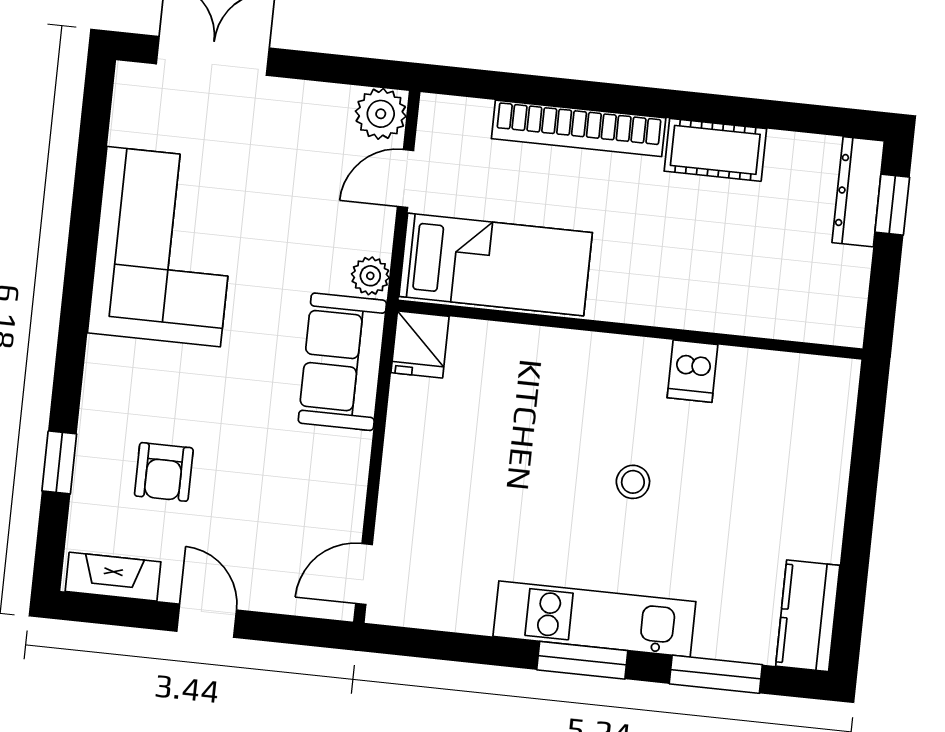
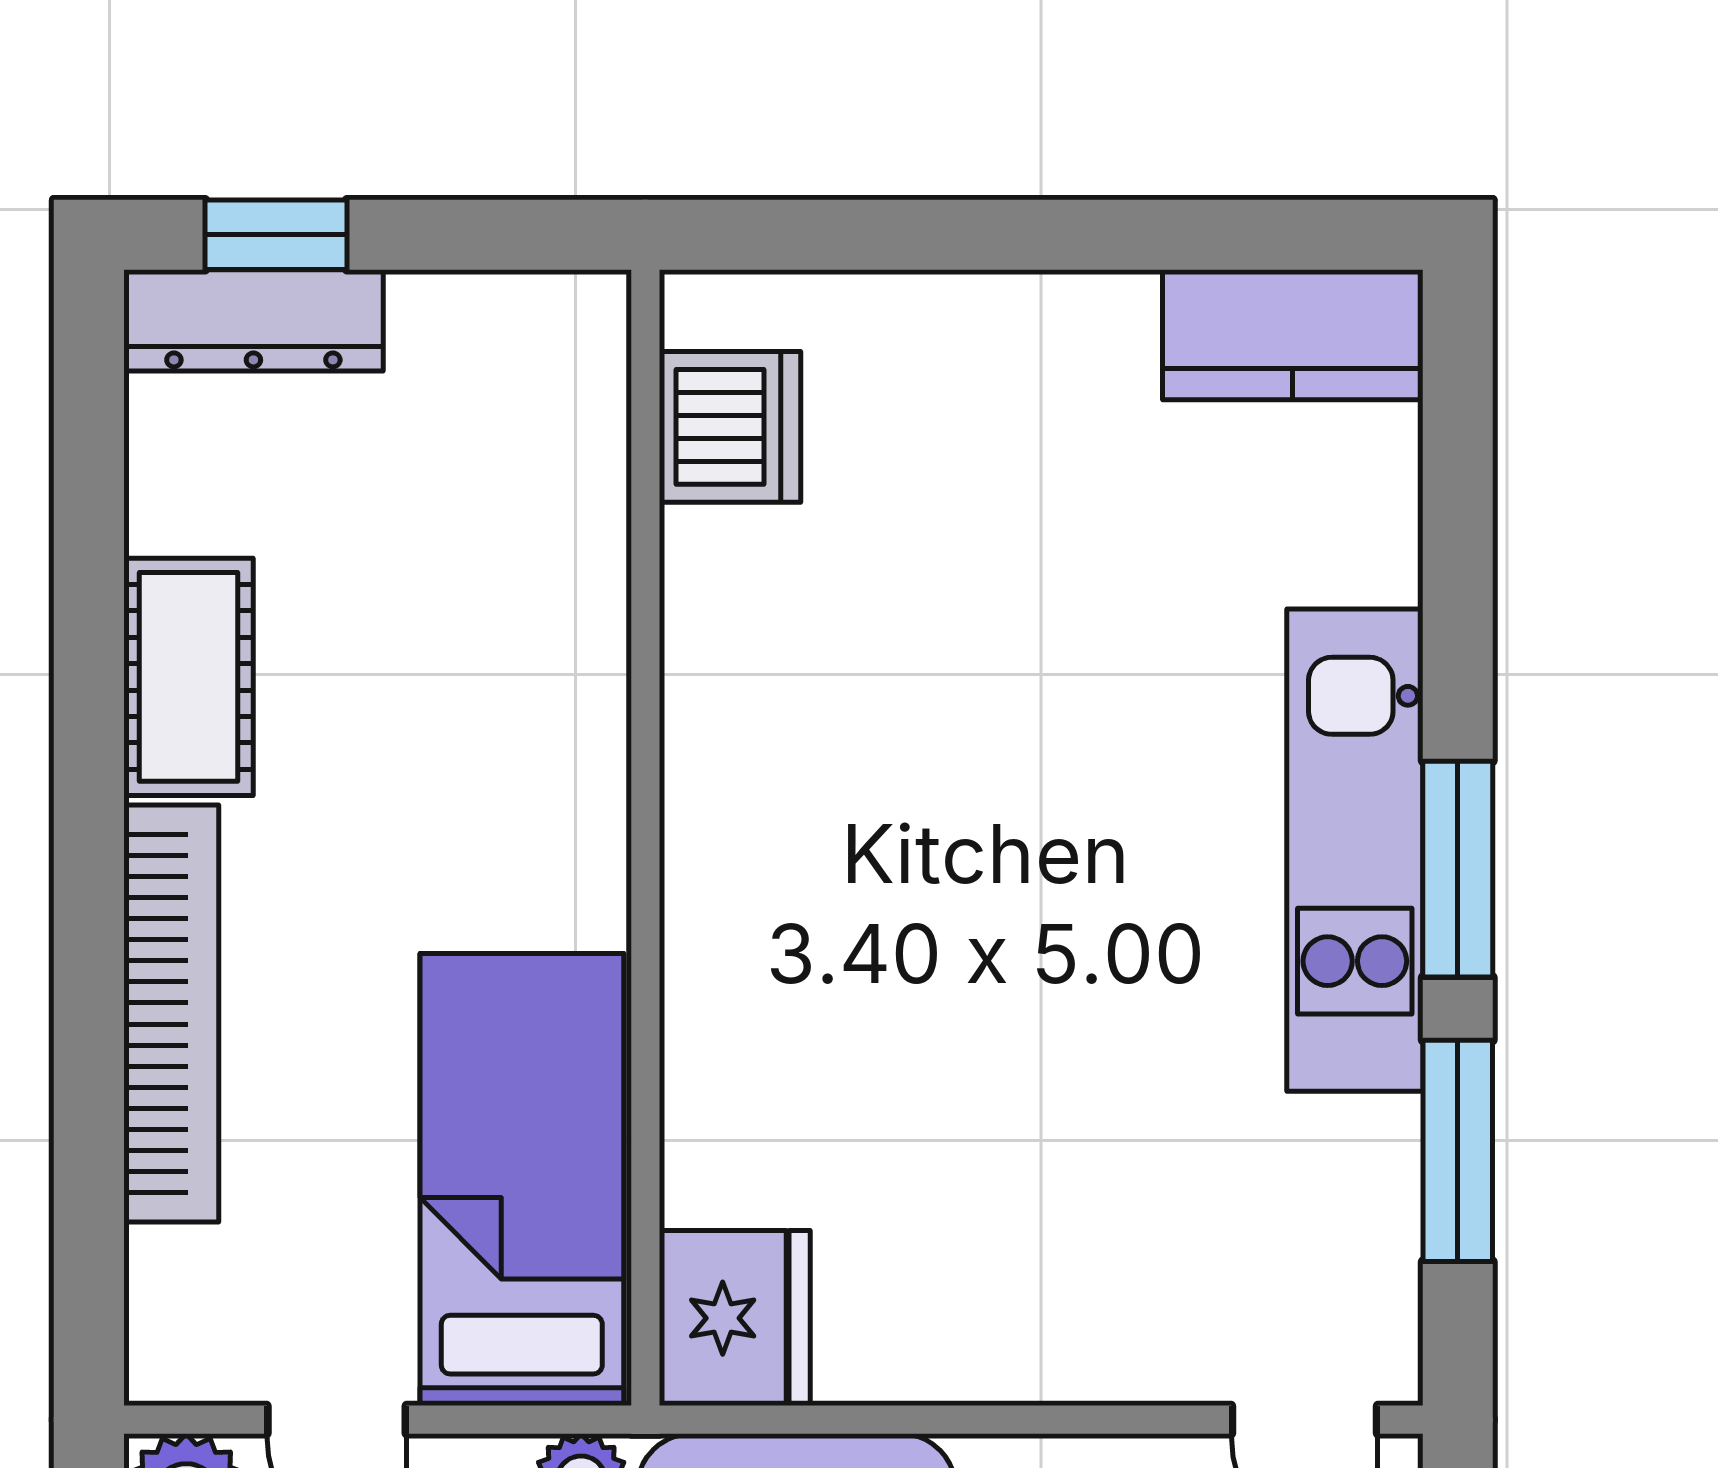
fridge: (420, 344) -> (735, 1318), width x1.38
dishwasher: (692, 371) -> (730, 427), moved, width x1.38
stool: (633, 482) -> (1013, 792), removed
window: (716, 674) -> (1458, 1151), moved

